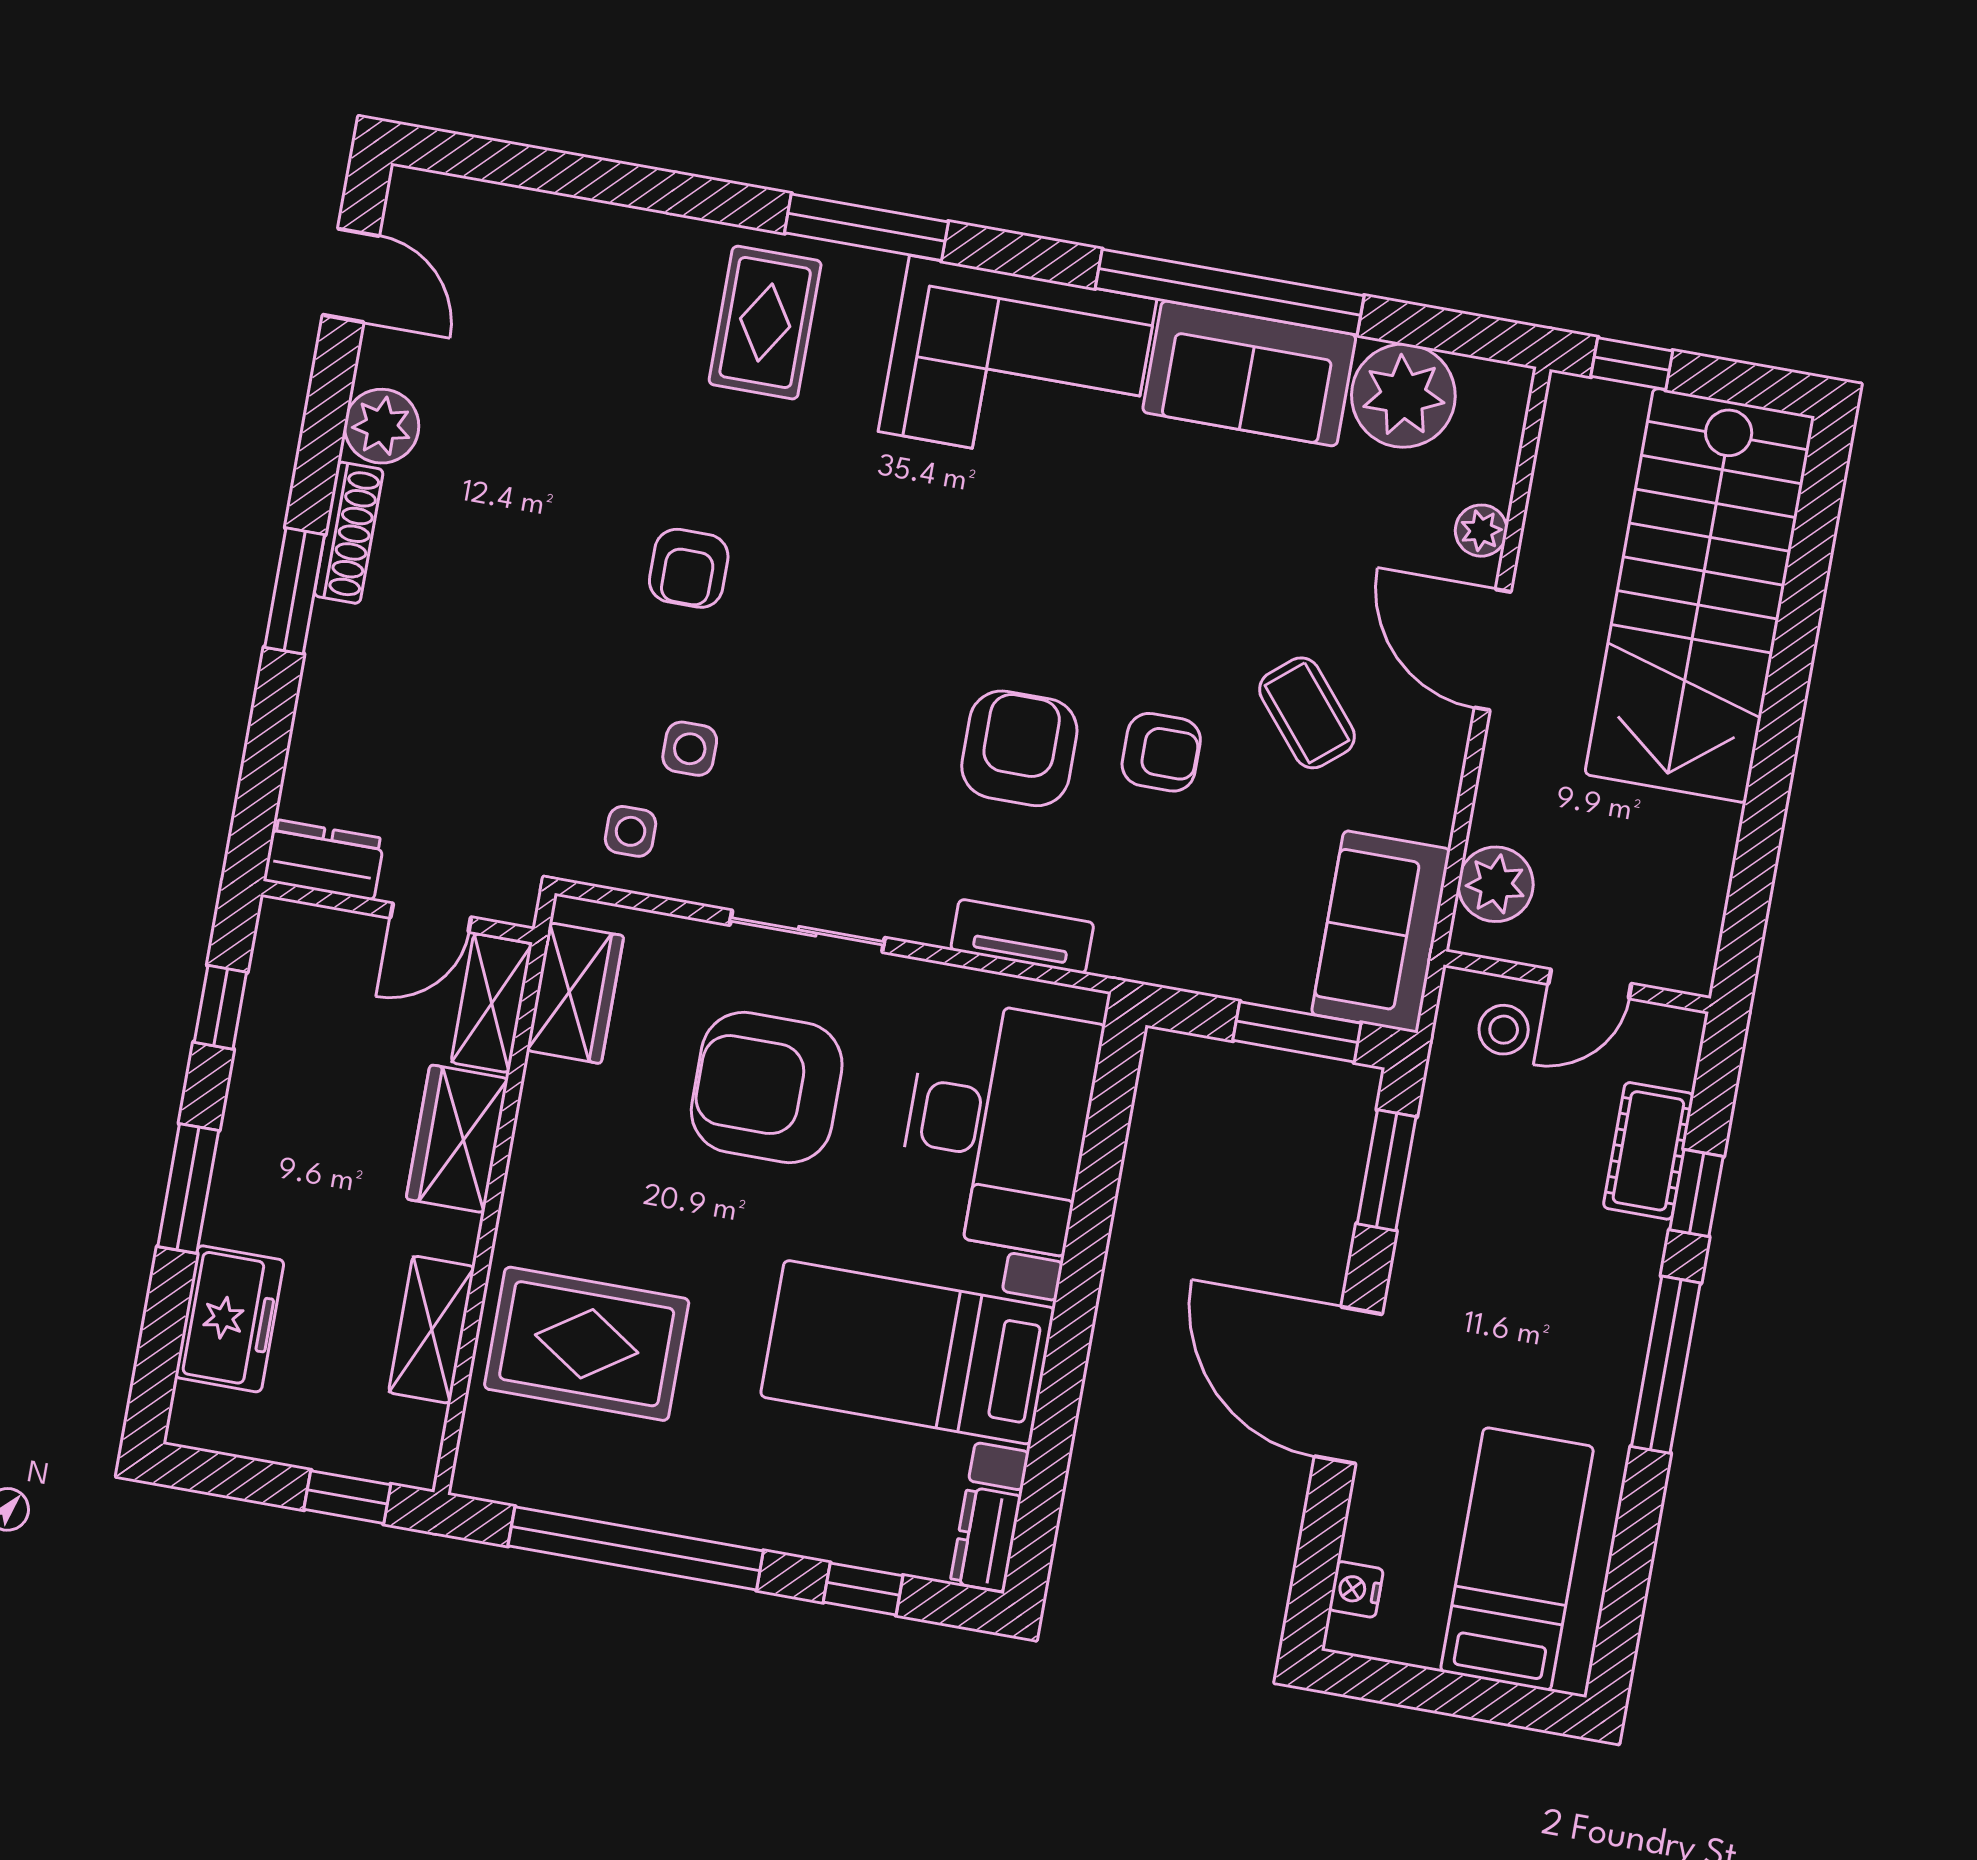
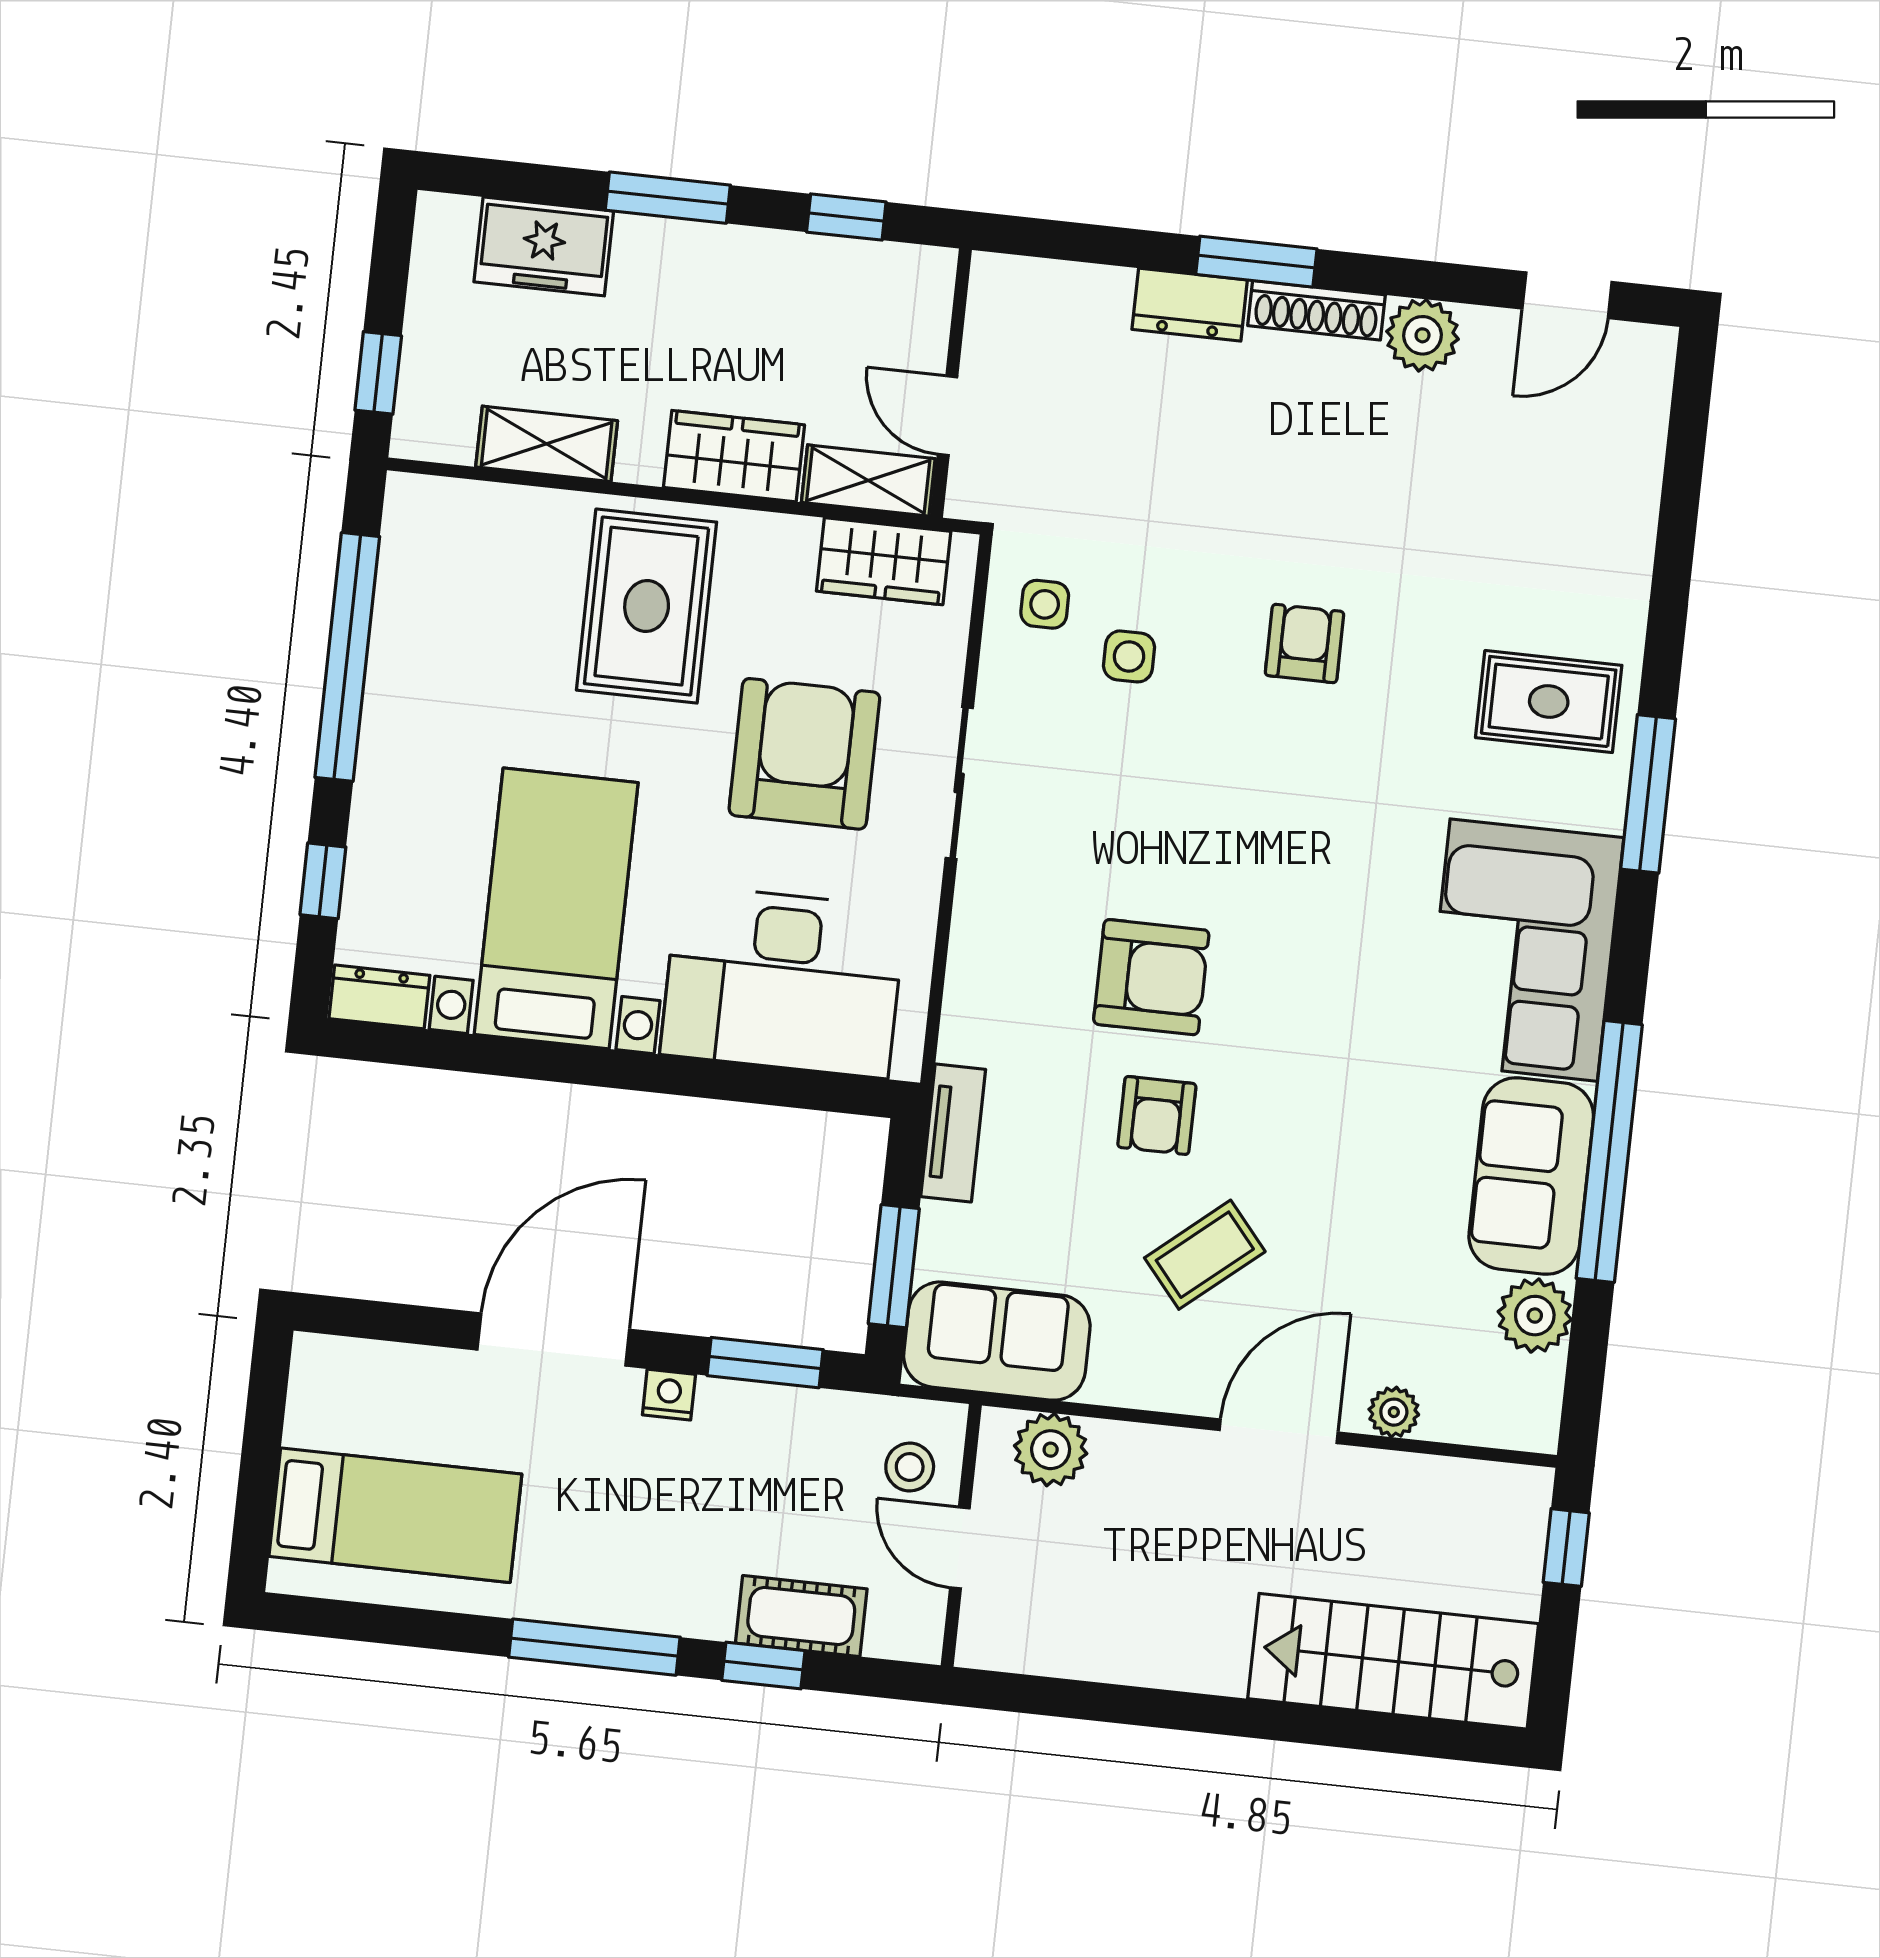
plant: (1403, 396) -> (1535, 1316), width x0.73, depth x0.73
armchair: (689, 568) -> (1304, 643), turned 90
stairs: (1700, 595) -> (1393, 1661), width x0.73, depth x0.66
dresser: (324, 860) -> (1190, 305), moved, turned 90
tv unit: (1022, 936) -> (953, 1133), moved
rug: (587, 1344) -> (647, 606), moved
nightstand: (1356, 1589) -> (669, 1395), moved

